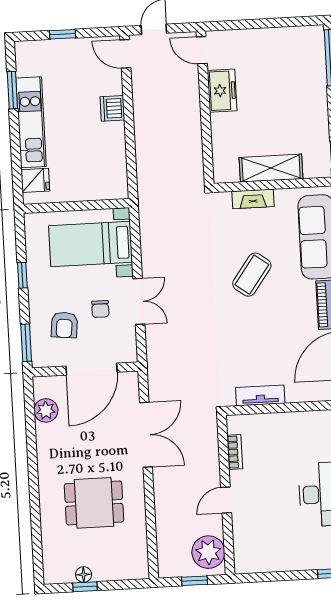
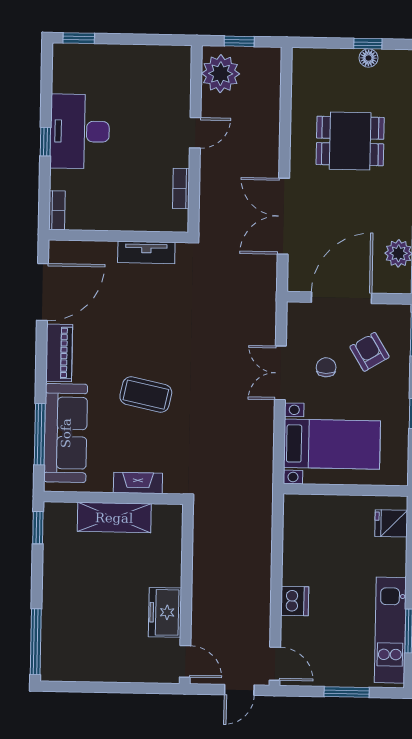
window: (63, 34) -> (347, 692), width x1.50
kitchen unit: (31, 122) -> (390, 630), moved
coffee table: (252, 275) -> (146, 395), turned 66
armchair: (64, 325) -> (369, 352), turned -37

